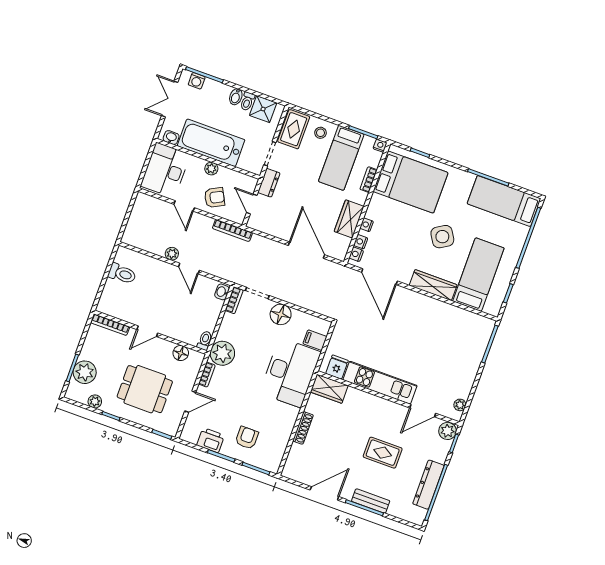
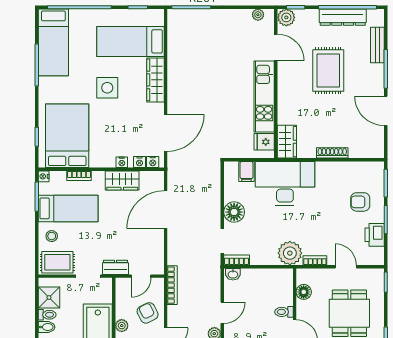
side table: (442, 237) -> (107, 88), turned 32
toilet: (205, 340) -> (284, 312), moved
rug: (383, 453) -> (328, 71), width x1.36, depth x1.43
bench: (371, 501) -> (377, 45), moved

